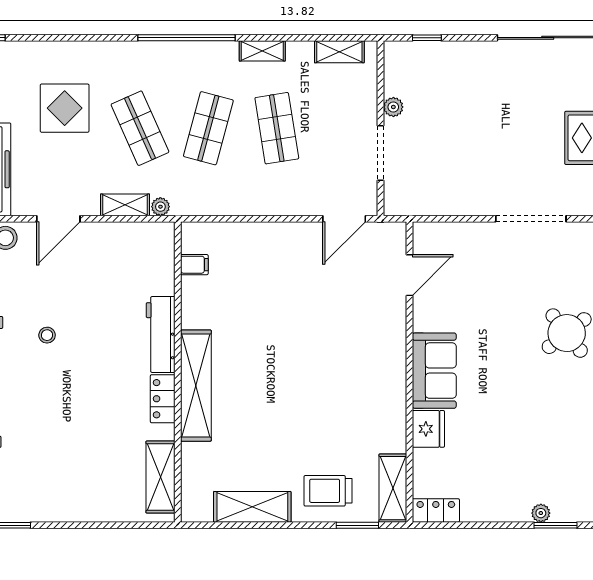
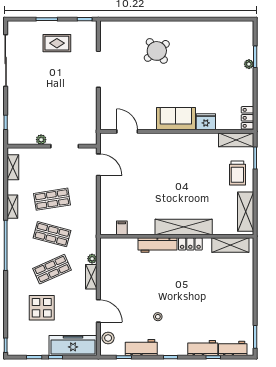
filing cabinet: (194, 265) -> (122, 228), moved
workbench: (161, 335) -> (158, 245), moved
wall: (178, 372) -> (177, 236), moved
shelving: (196, 386) -> (184, 227), moved
locker: (163, 399) -> (190, 244), moved
shelving: (160, 477) -> (230, 245), moved

